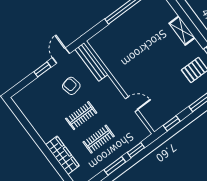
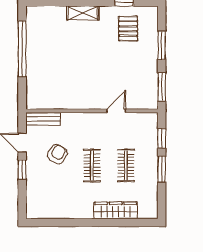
bench: (91, 62) -> (43, 119), width x0.73
armchair: (71, 86) -> (57, 154), turned 133
window: (172, 123) -> (162, 87), width x1.50

